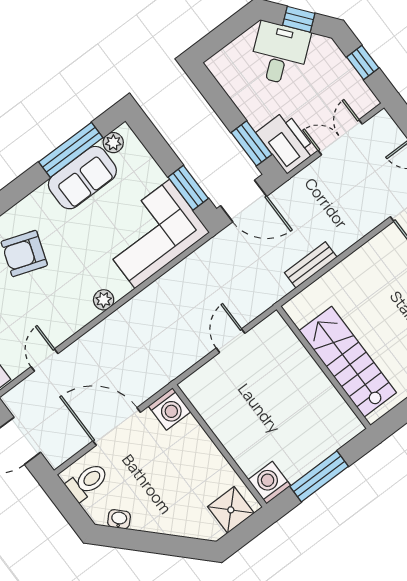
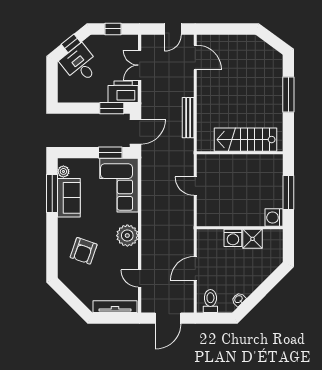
bench: (311, 265) -> (188, 118), width x1.36
plant: (104, 300) -> (127, 236), width x1.88, depth x1.88
washing machine: (169, 409) -> (233, 238), moved, turned 90
door: (117, 427) -> (195, 268), width x0.73
shower: (231, 510) -> (252, 239), moved

